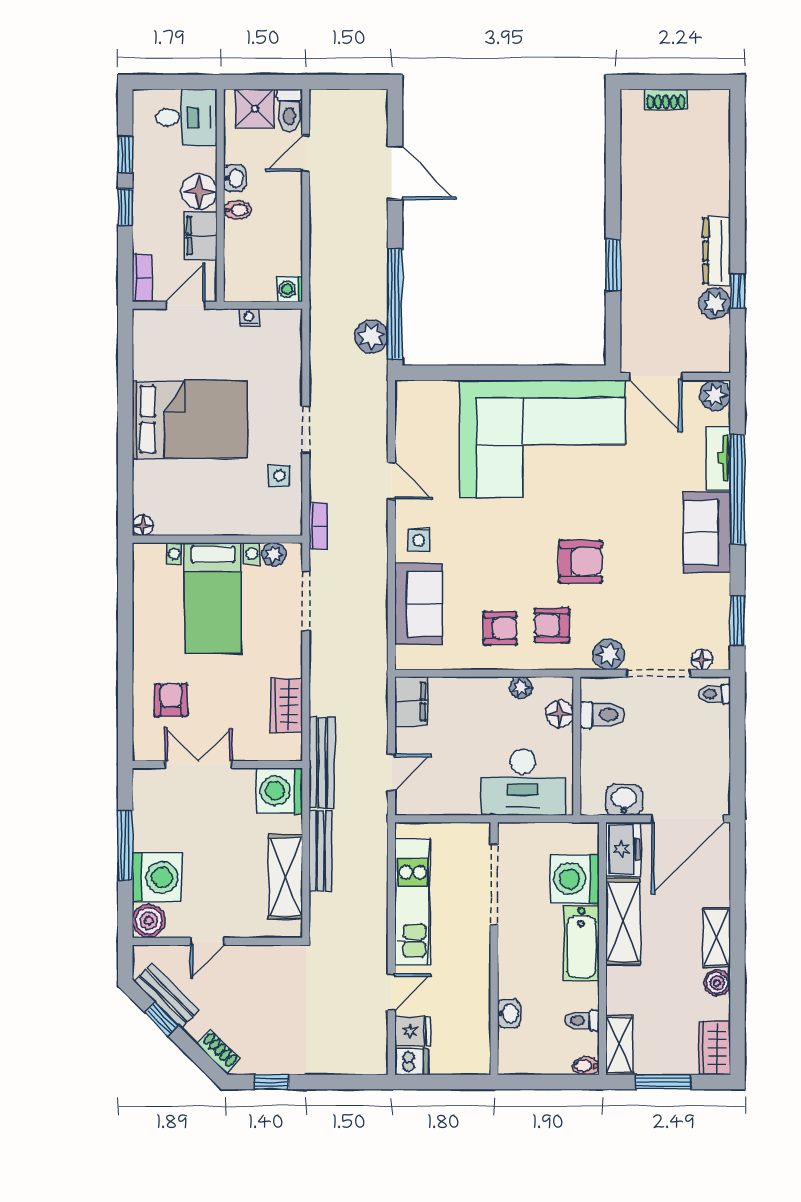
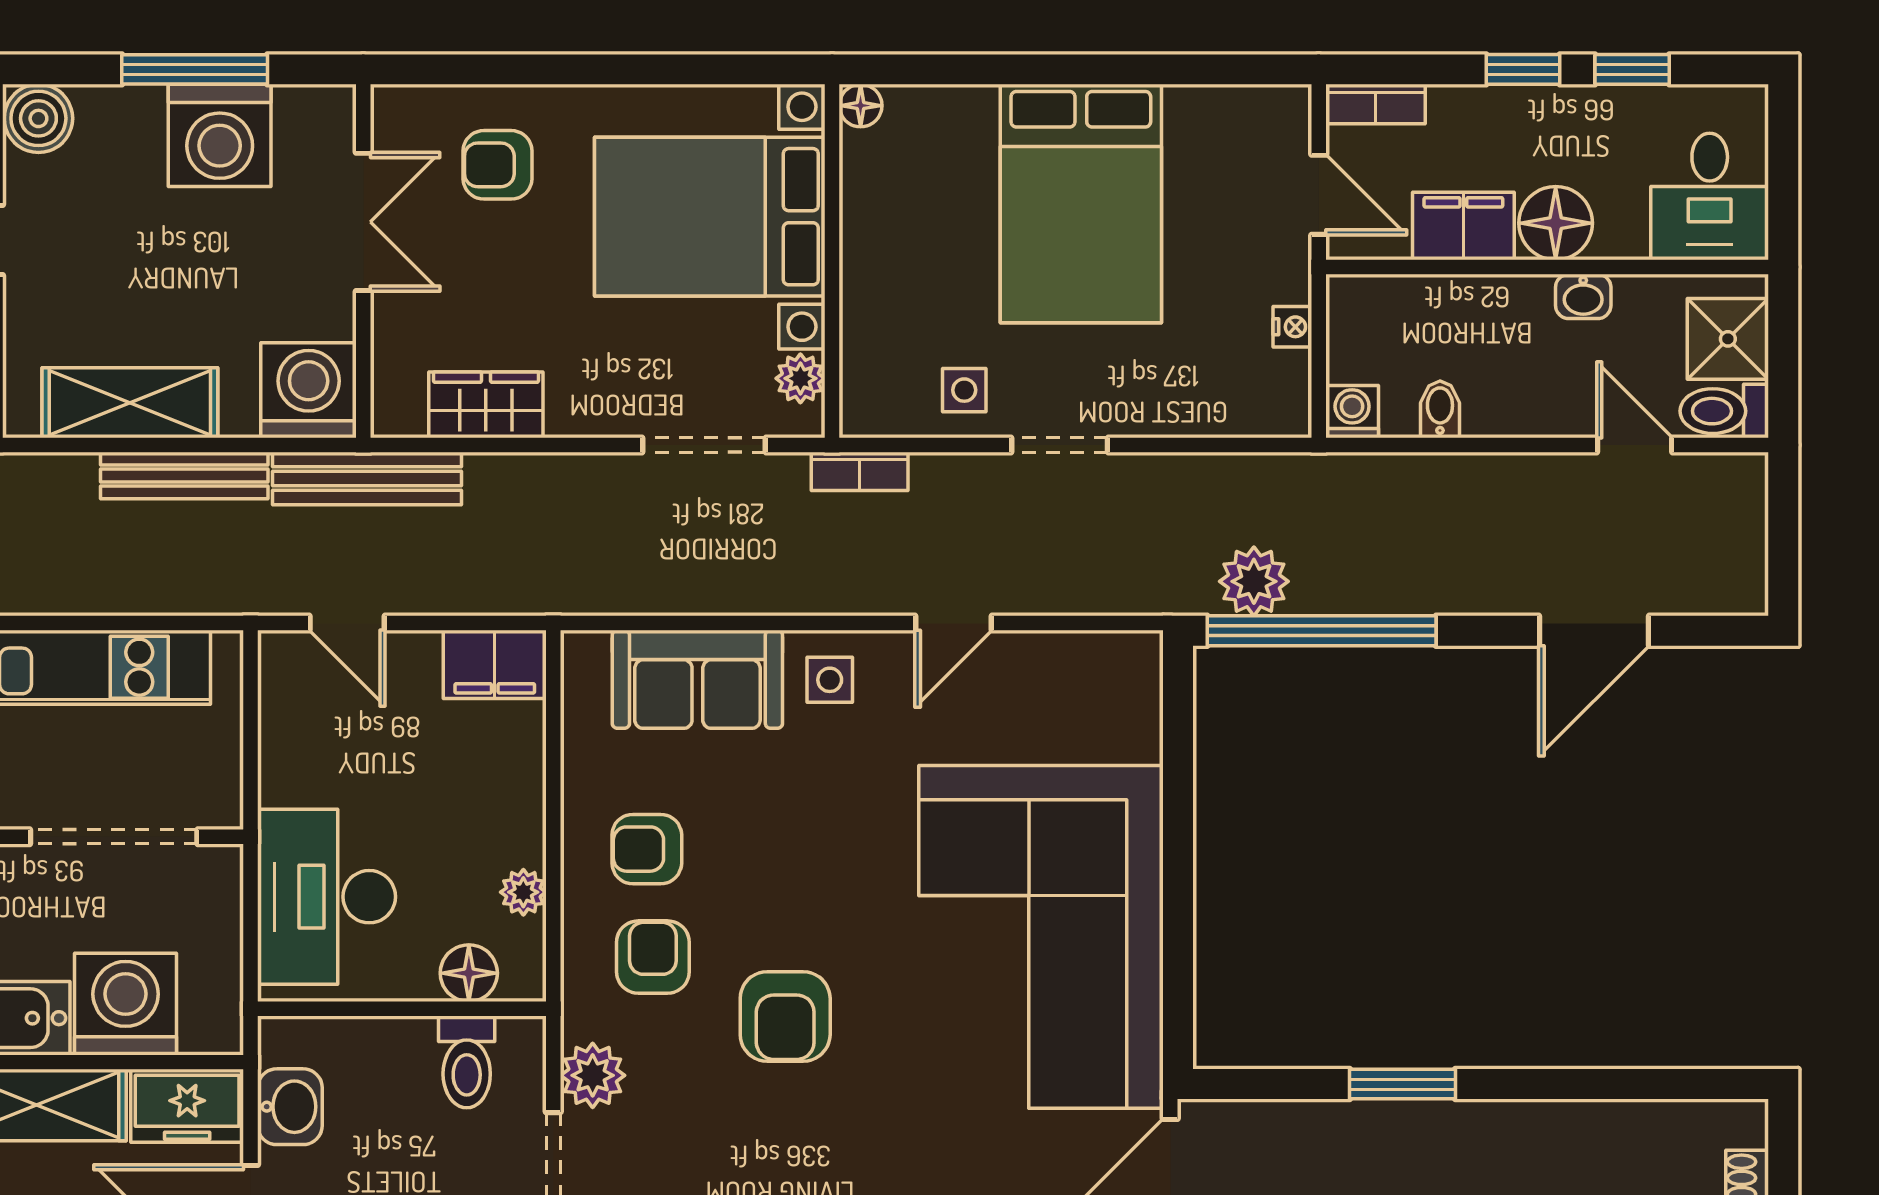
bidet: (237, 210) -> (1440, 409), moved, turned 180
bed with nightstands: (213, 598) -> (710, 217), width x1.36
armchair: (500, 628) -> (647, 849), turned 90
armchair: (171, 700) -> (498, 165), turned 180
washing machine: (157, 877) -> (220, 135), moved

